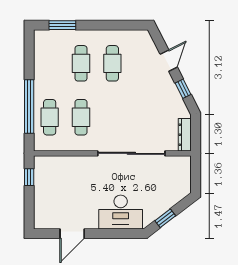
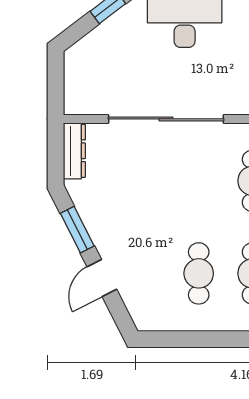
window: (183, 89) -> (77, 230), width x1.50

